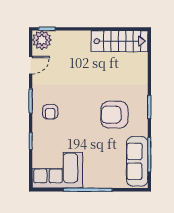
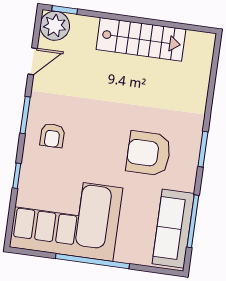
stairs: (119, 41) -> (141, 39), moved
corner sofa: (57, 170) -> (66, 218), width x1.36, depth x1.36

